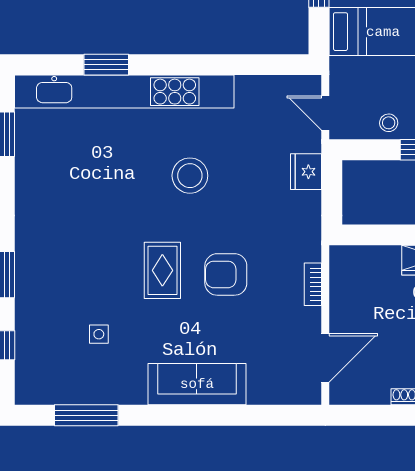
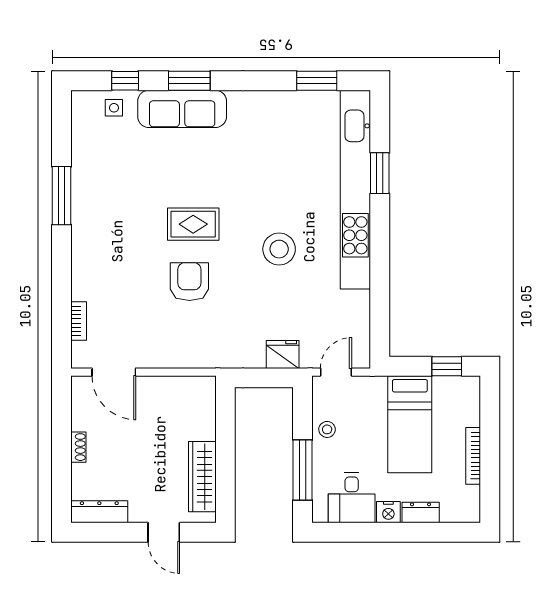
bookcase: (313, 284) -> (79, 321), moved, turned 90
side table: (99, 334) -> (114, 108), moved
sofa: (197, 384) -> (182, 109), moved, turned 90
window: (86, 415) -> (62, 196), moved

